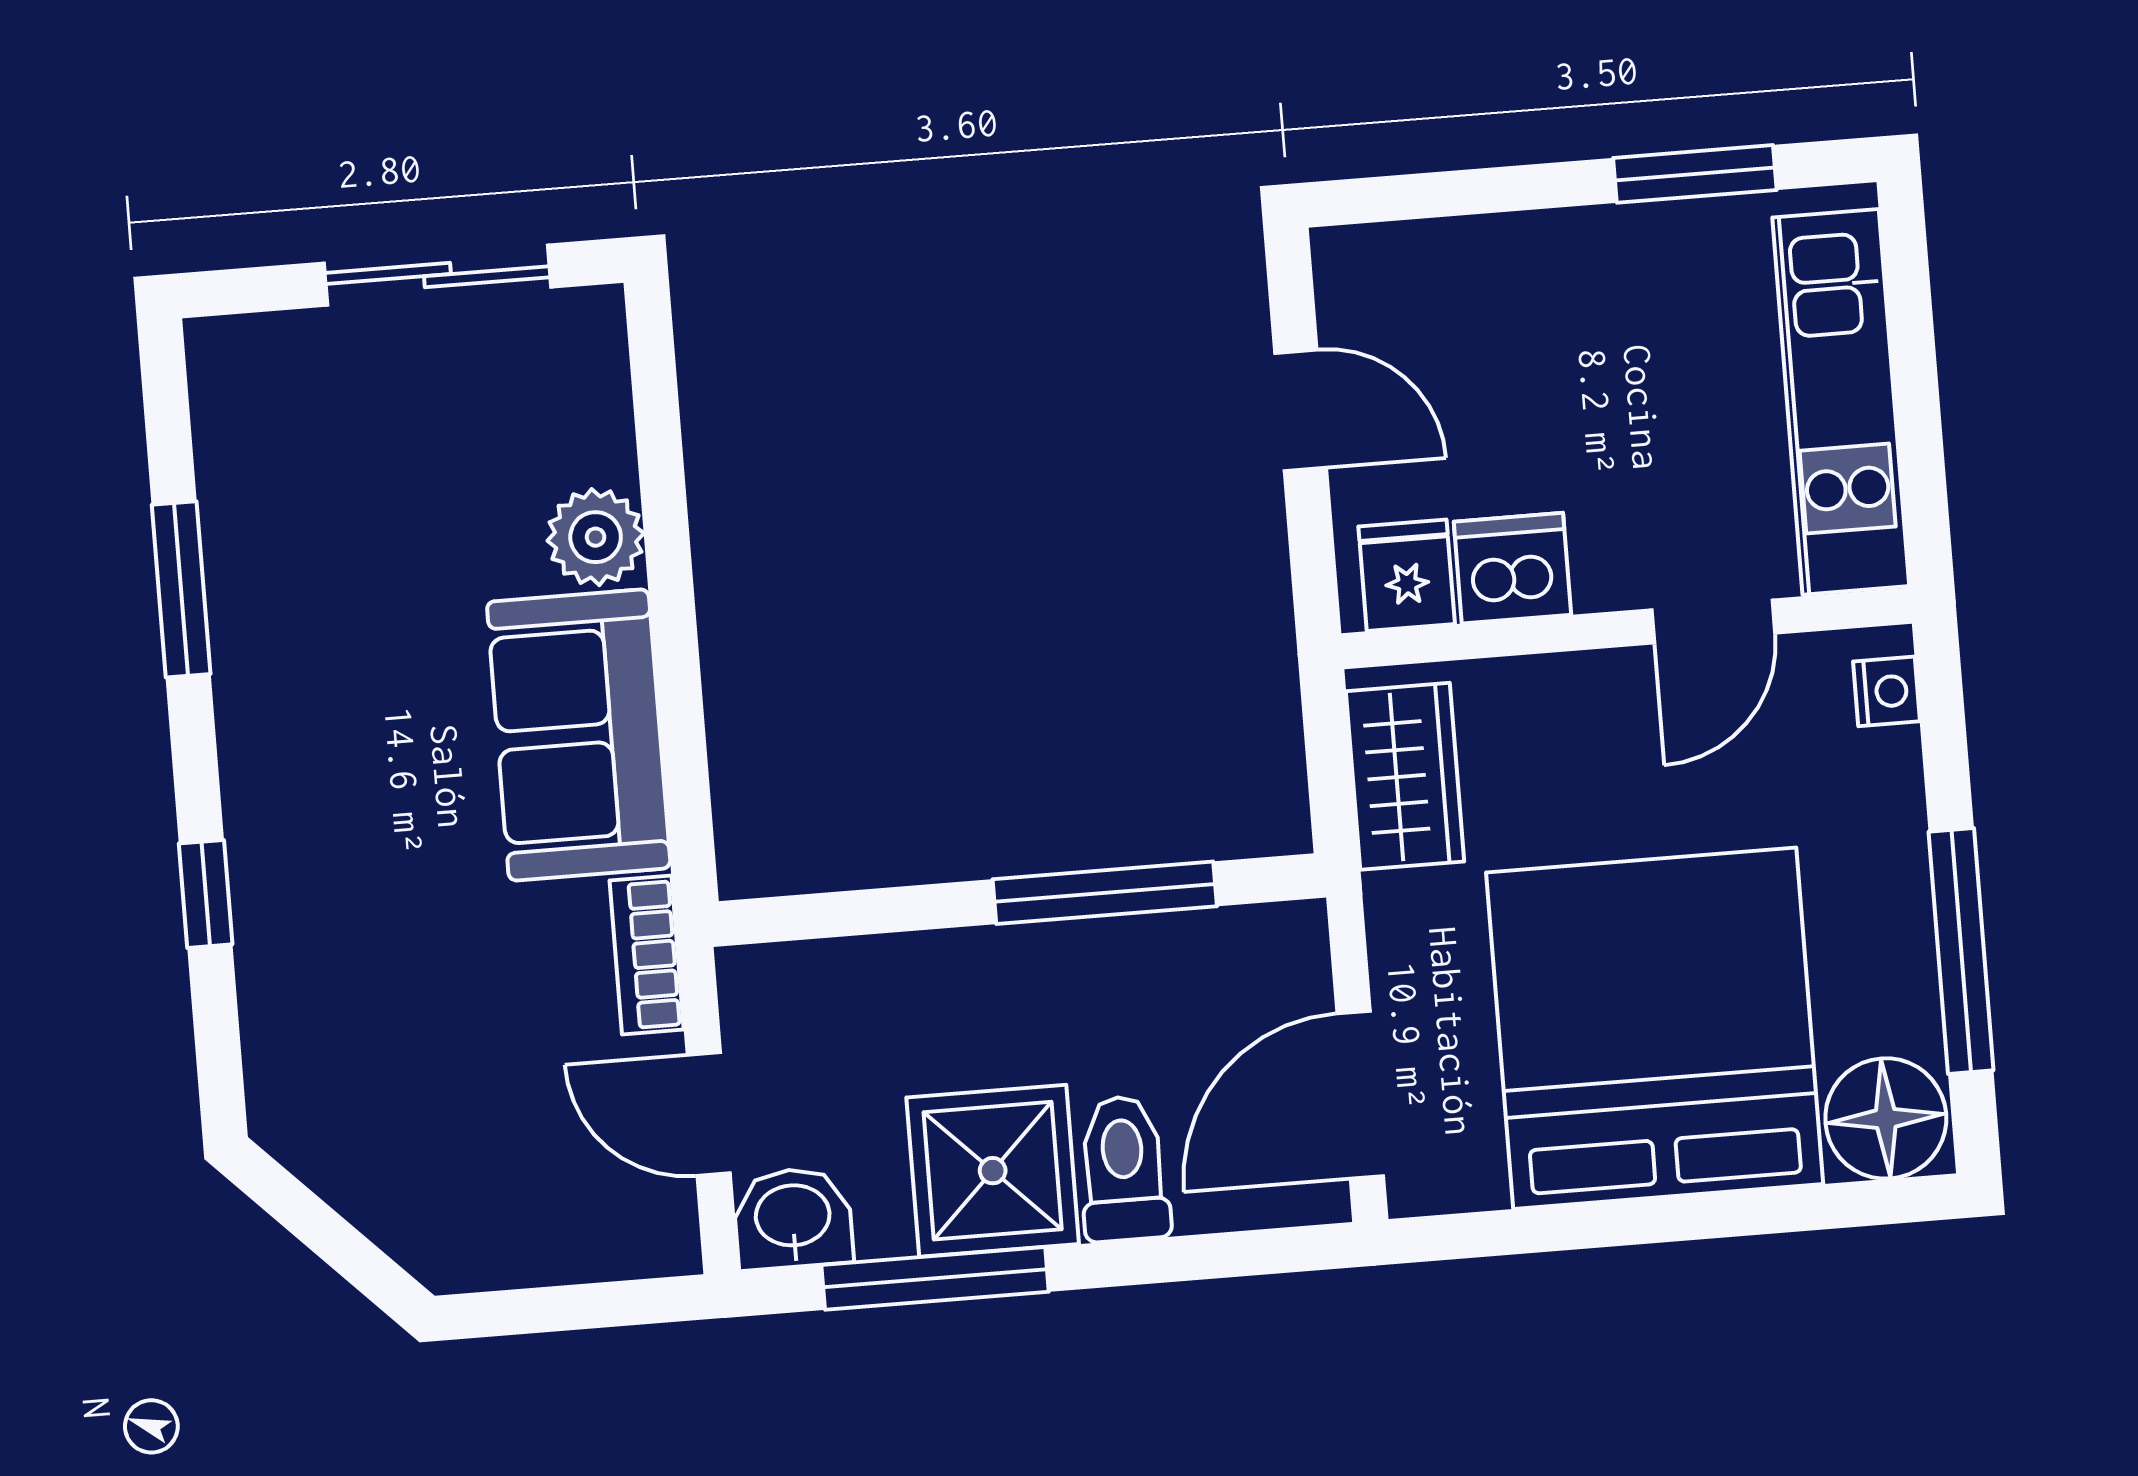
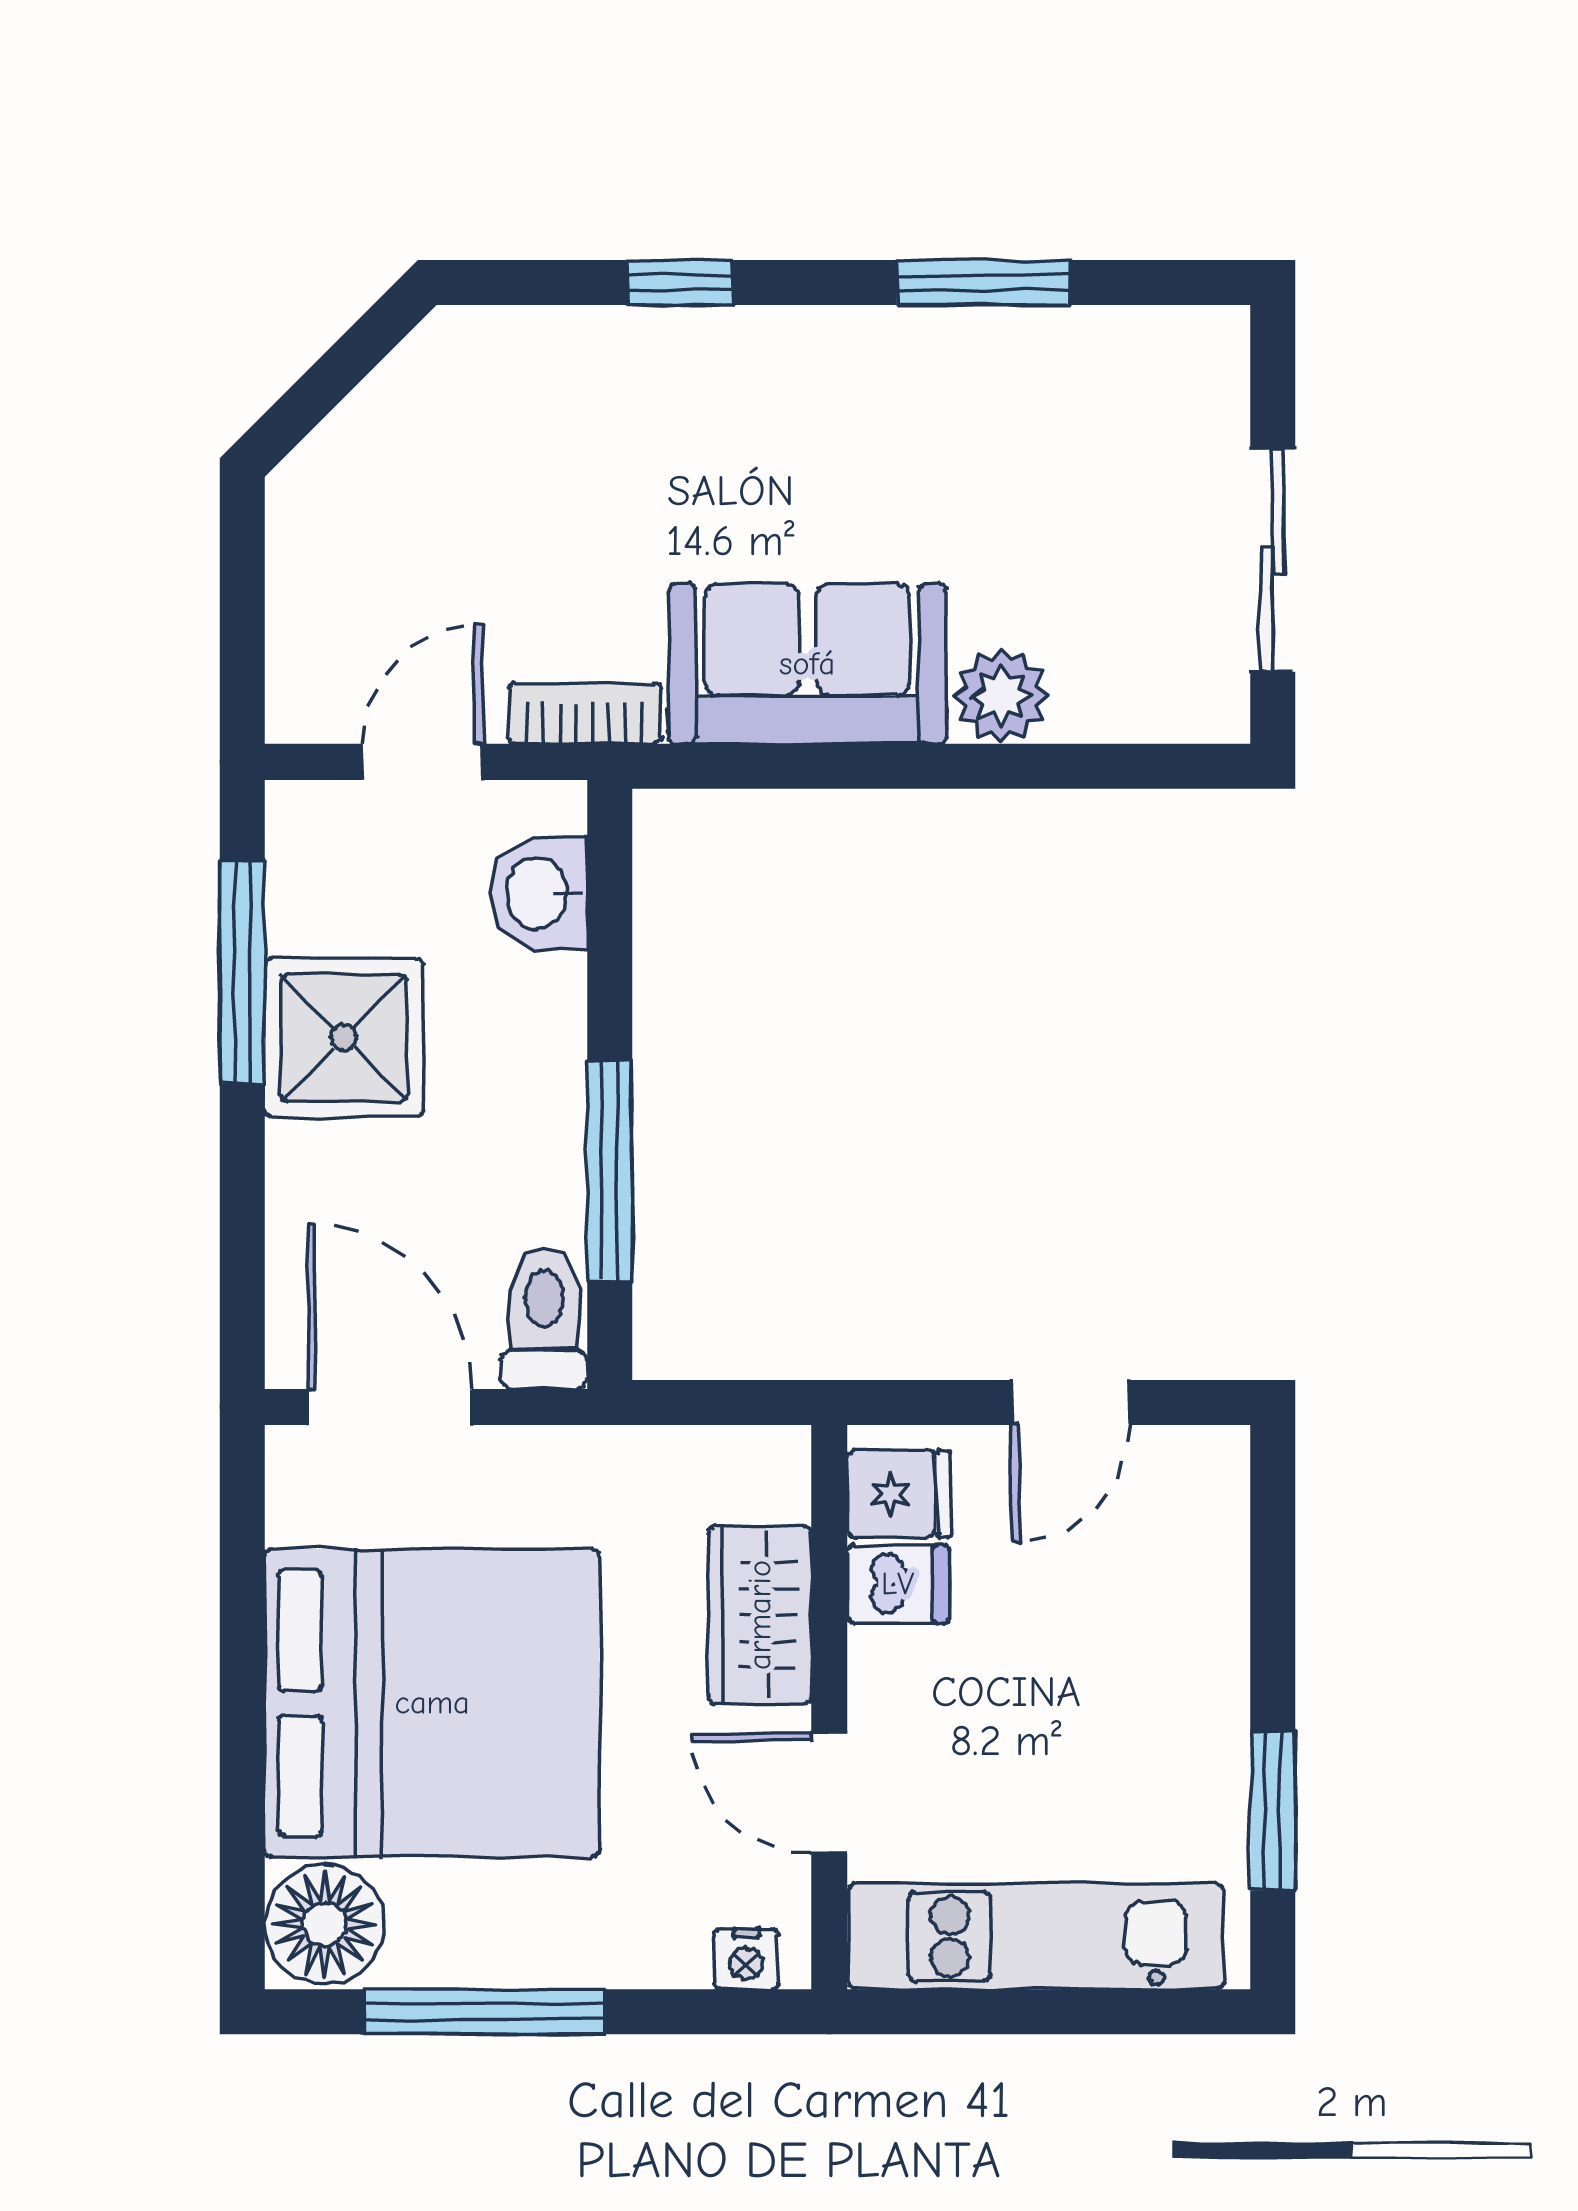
dishwasher: (1512, 568) -> (898, 1584), width x0.73
wardrobe: (1405, 776) -> (760, 1615), moved, turned 90
toilet: (1124, 1169) -> (544, 1318), moved, turned -90
washbasin: (793, 1218) -> (539, 893), moved, turned 180

